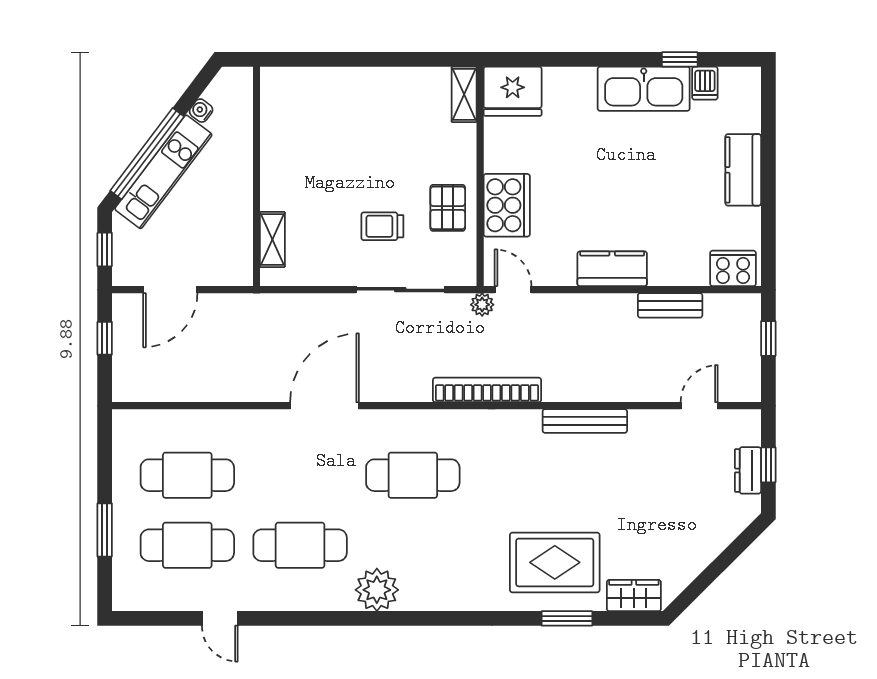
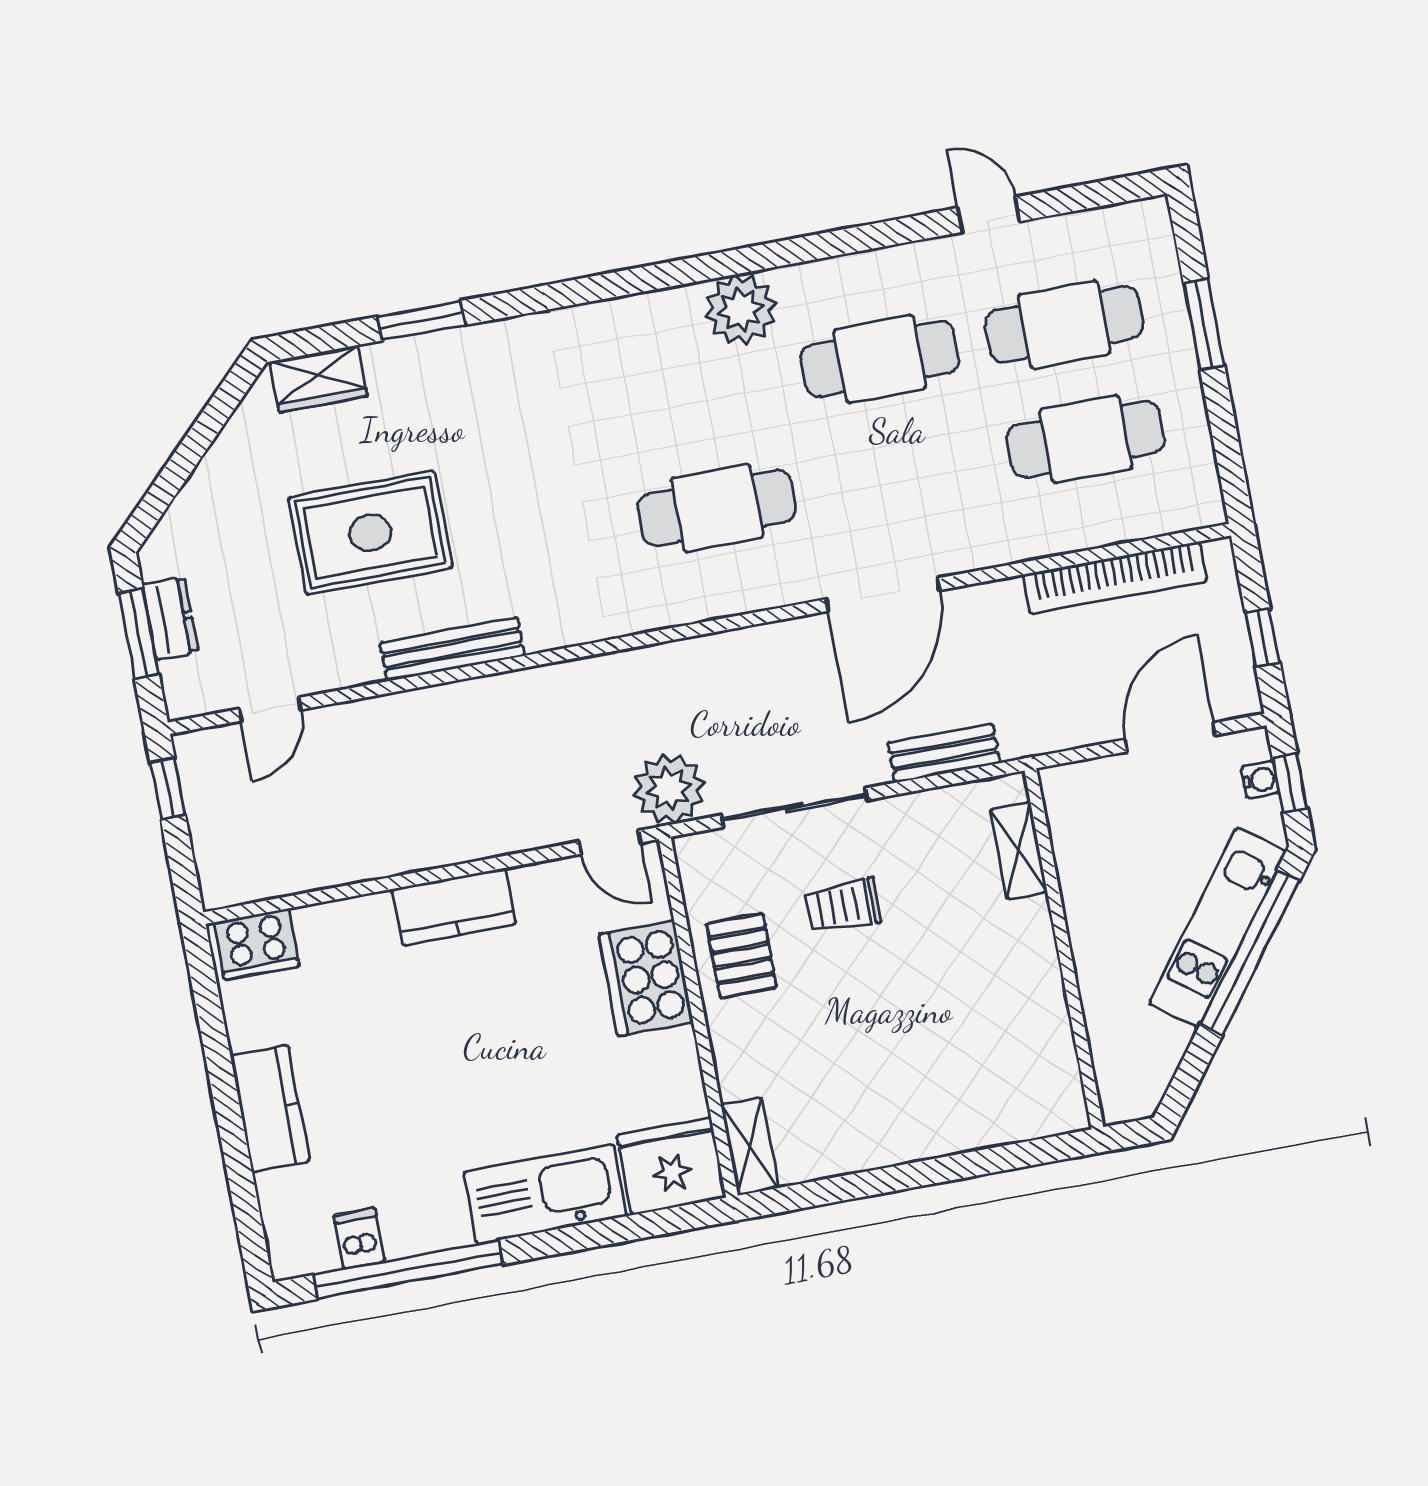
window: (680, 59) -> (408, 1270), width x3.17
kitchen sink: (644, 89) -> (545, 1194), moved
water cooler: (201, 111) -> (1260, 780), moved, turned -37
trolley: (382, 226) -> (843, 906), turned 180
plant: (482, 305) -> (669, 789), width x1.88, depth x1.88
bench: (670, 305) -> (944, 753), moved
window: (768, 338) -> (168, 789), moved
bookcase: (487, 390) -> (1115, 578), moved
window: (768, 465) -> (139, 634), width x1.50
rug: (555, 562) -> (370, 533), moved

